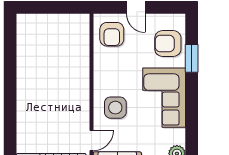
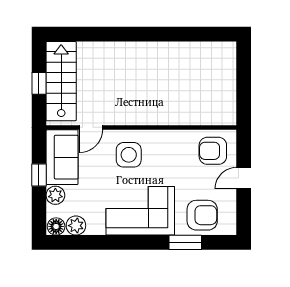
armchair: (168, 44) -> (202, 215), turned 90
door: (92, 140) -> (91, 127), hinge flipped

